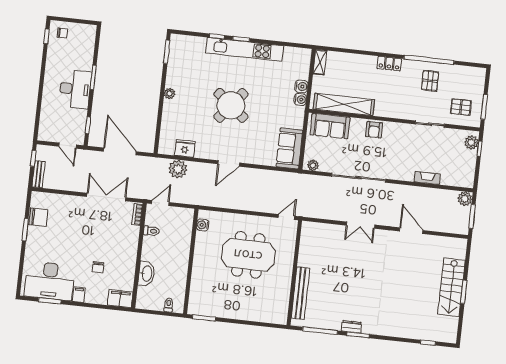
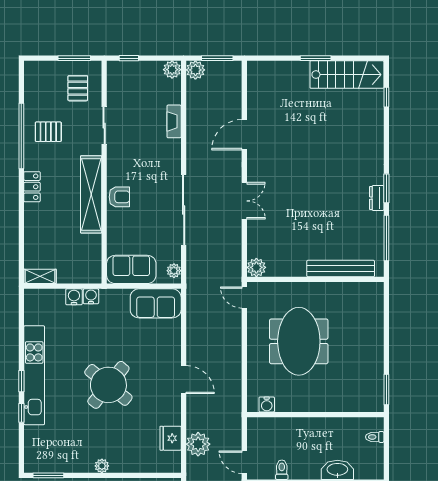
shelving: (344, 104) -> (91, 194), moved
sofa: (330, 126) -> (131, 269), moved, turned -90
plant: (471, 142) -> (172, 70), moved
plant: (308, 229) -> (256, 267), added
stairs: (451, 287) -> (347, 75), moved

